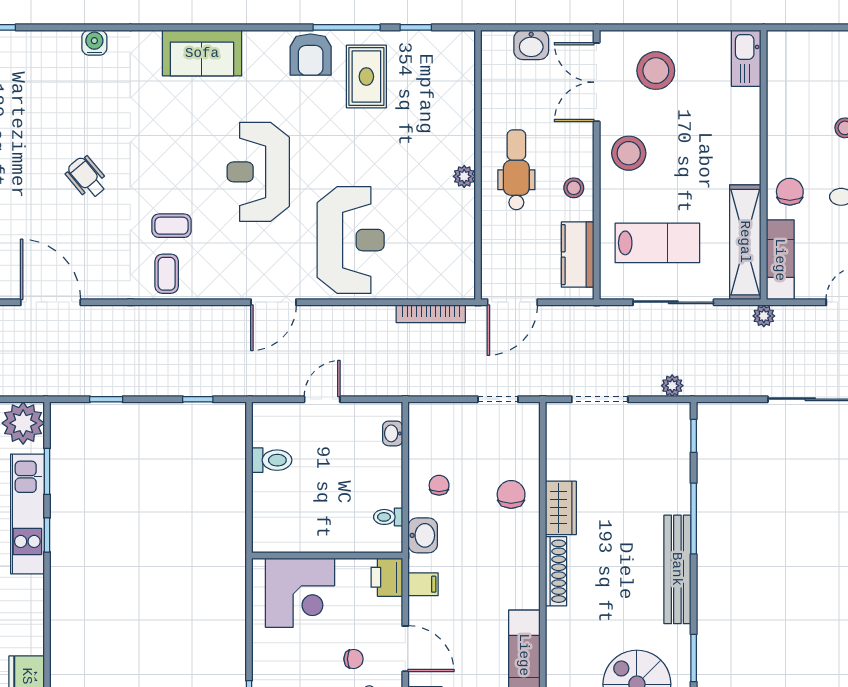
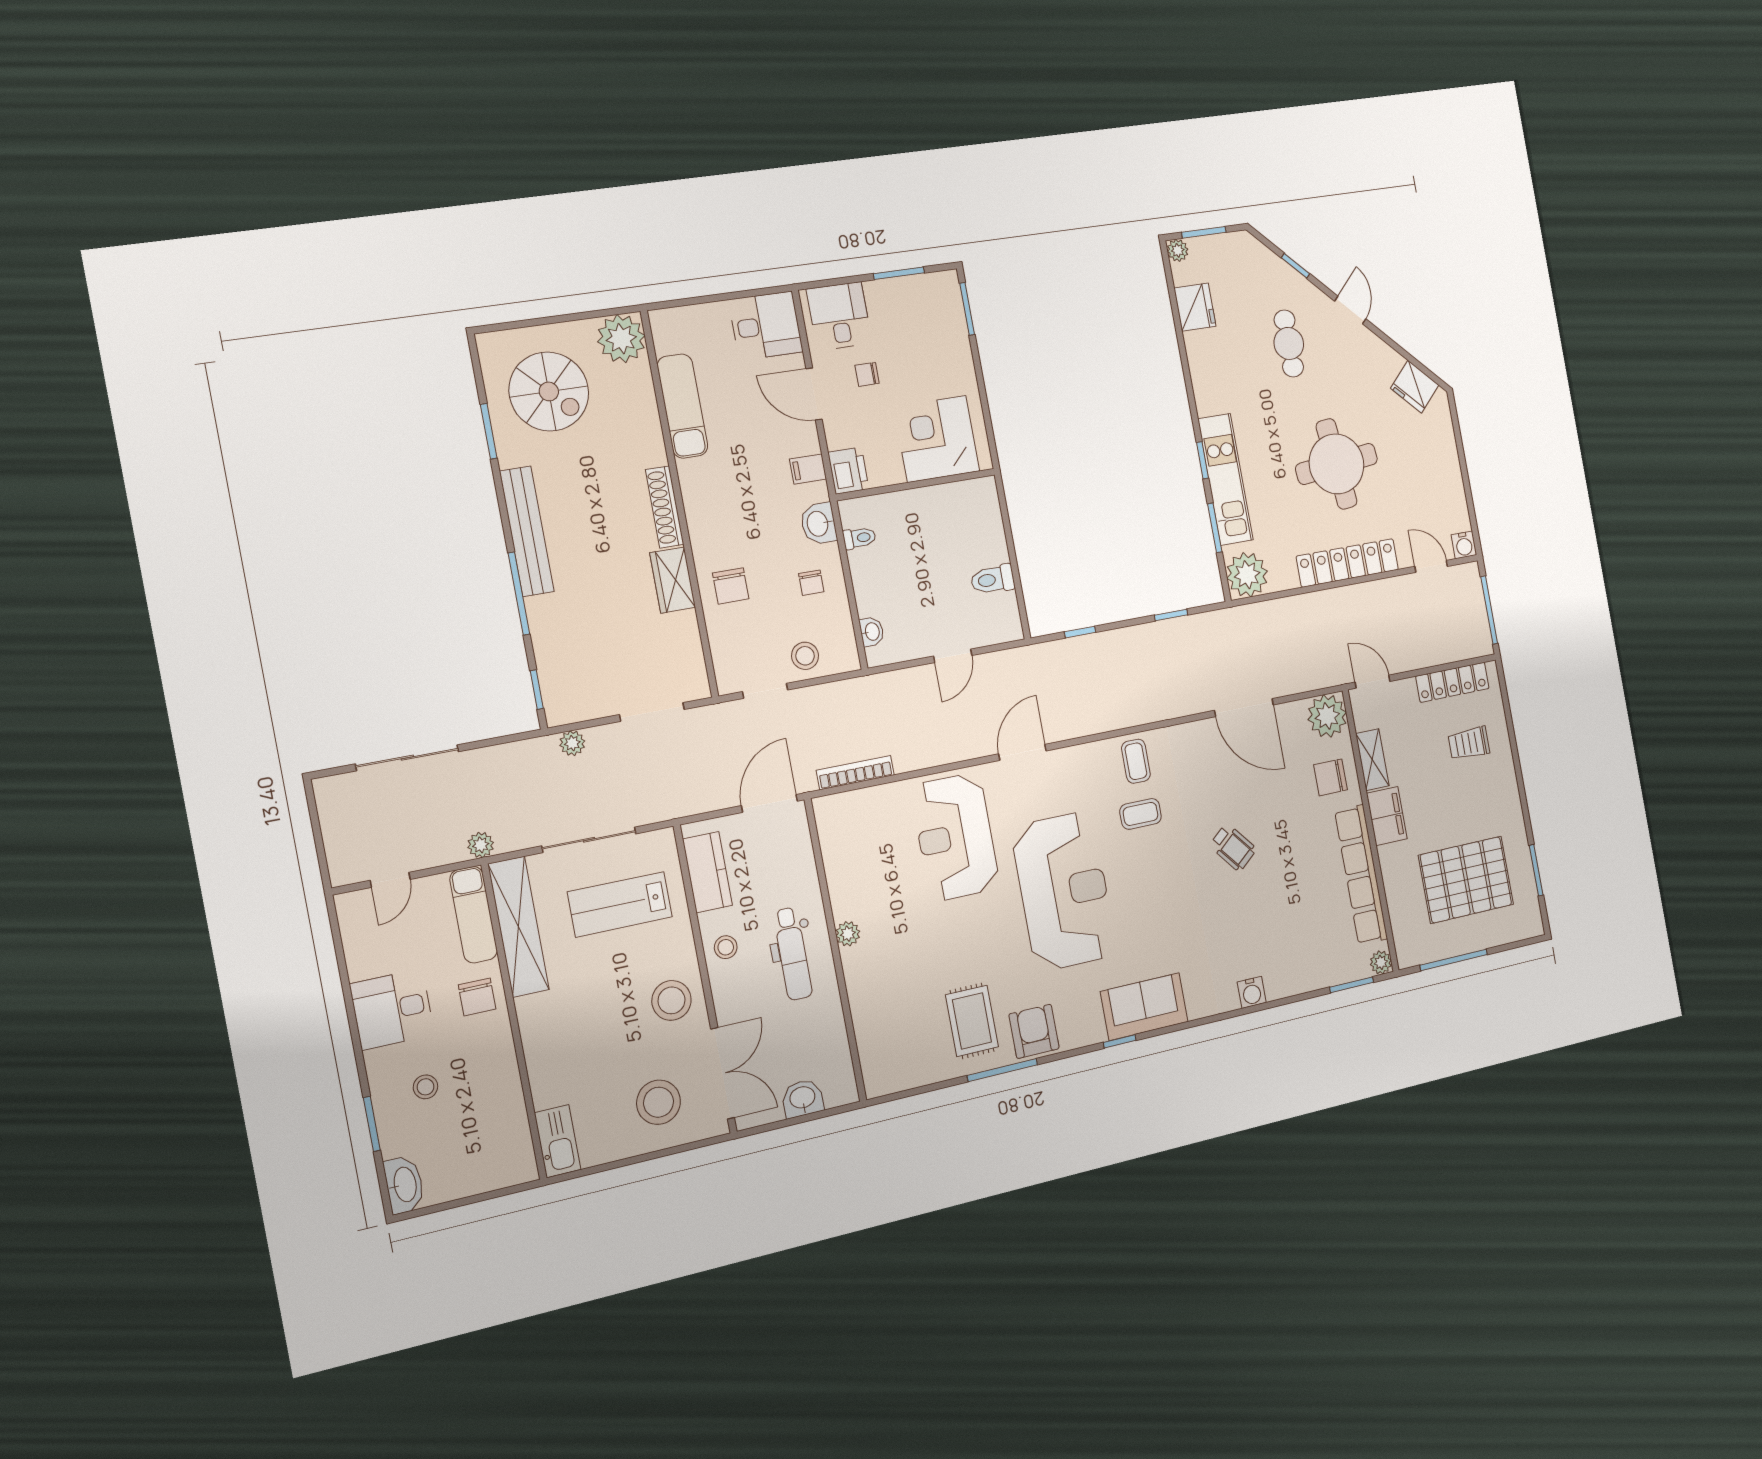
window: (416, 27) -> (1120, 1041), moved
reception desk: (258, 172) -> (1064, 891), width x1.36, depth x1.30
stool: (457, 423) -> (805, 656), added

